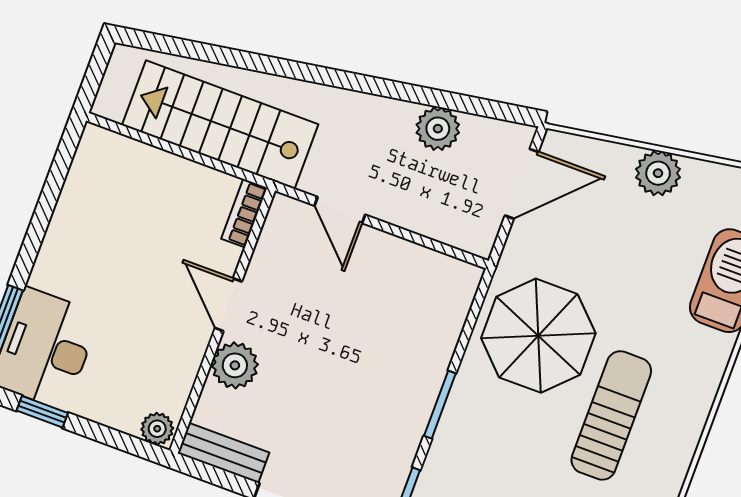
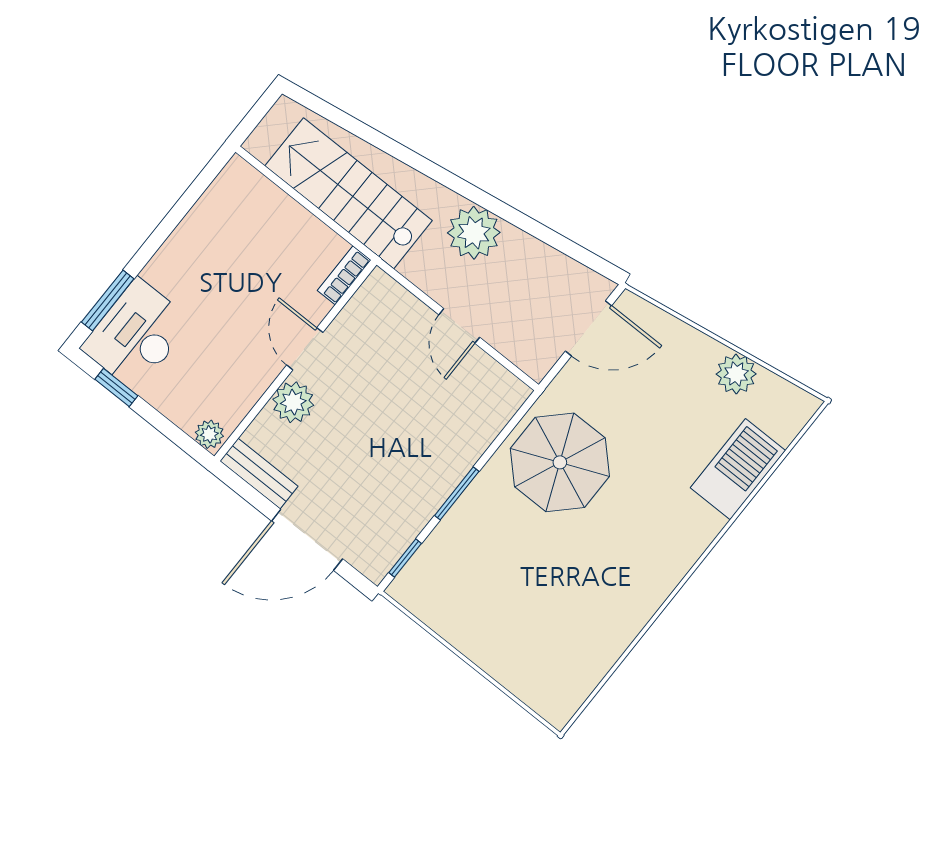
plant: (438, 129) -> (474, 233), moved, width x1.36, depth x1.36
plant: (658, 173) -> (736, 374), moved
door: (340, 210) -> (459, 326), moved
sun lounger: (611, 415) -> (600, 551), removed

